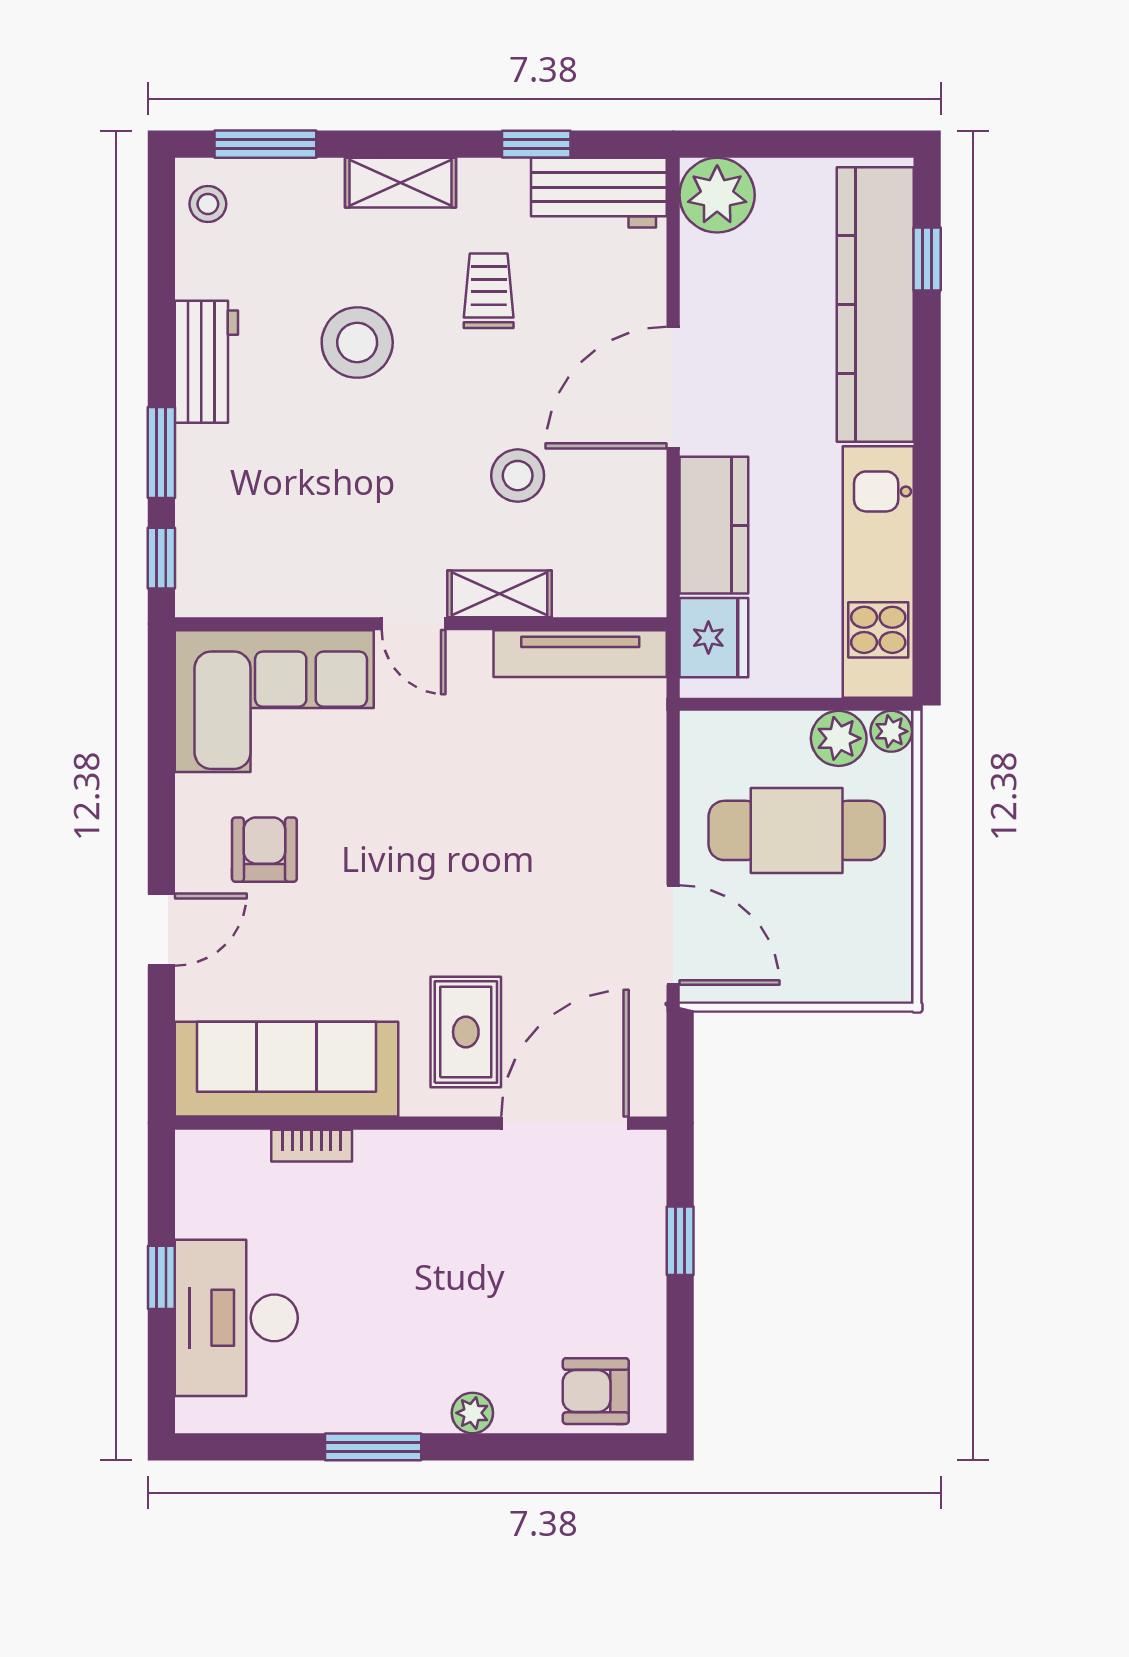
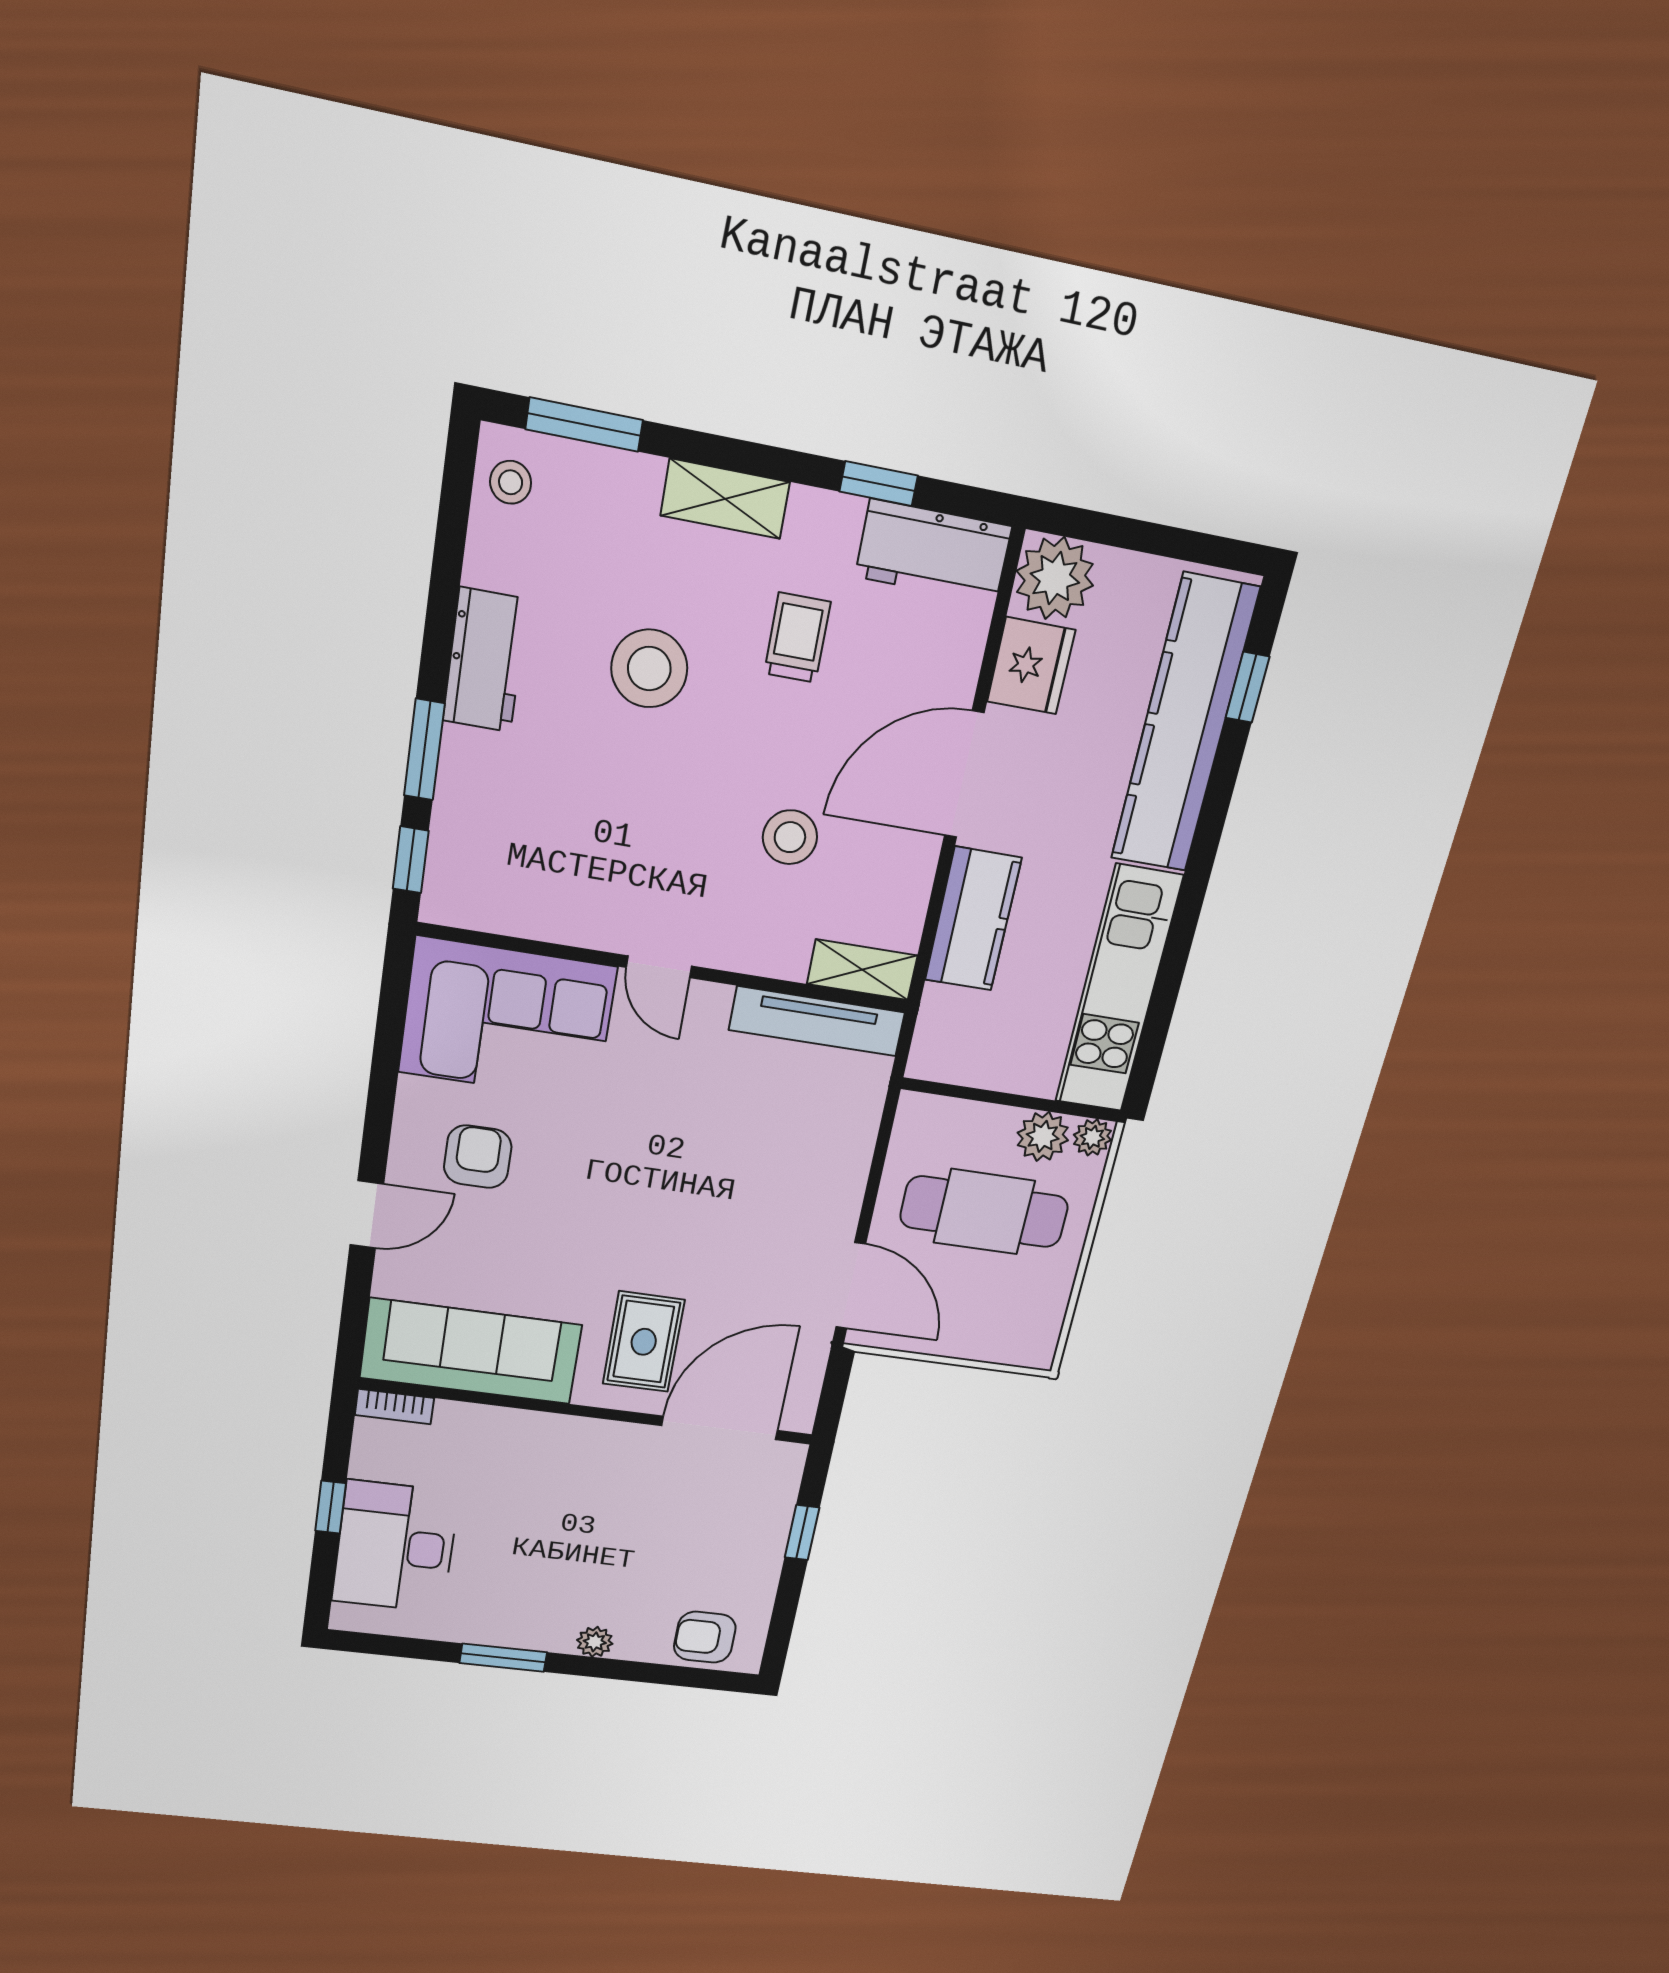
shelving: (500, 594) -> (862, 970), moved
fridge: (714, 638) -> (1031, 666), moved
bookcase: (312, 1146) -> (395, 1407), moved

